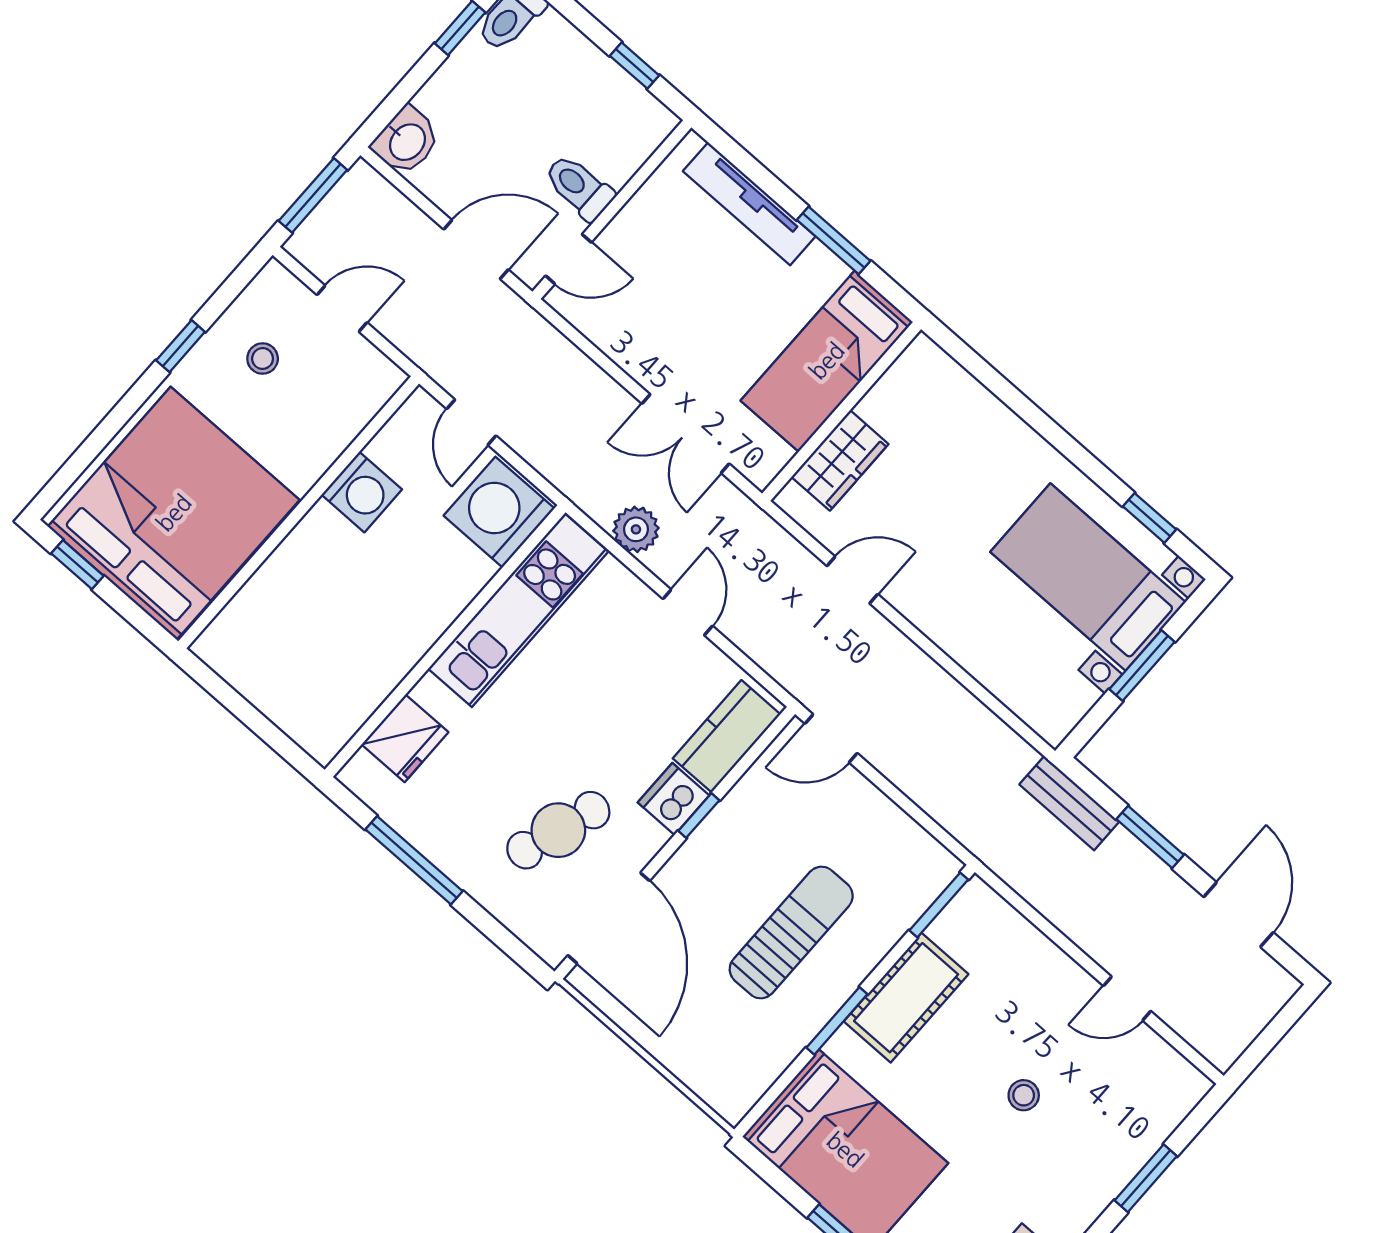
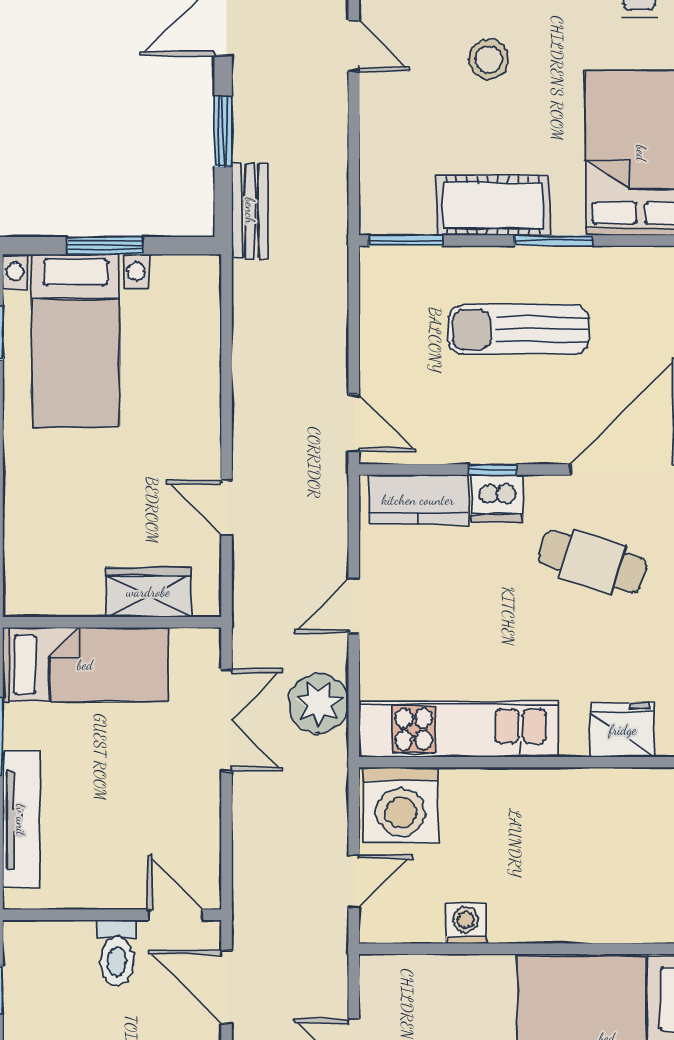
washing machine: (362, 492) -> (466, 924), width x0.73, depth x0.73
plant: (636, 529) -> (319, 703), width x1.36, depth x1.36
stool: (1024, 1095) -> (489, 59), width x1.37, depth x1.37

